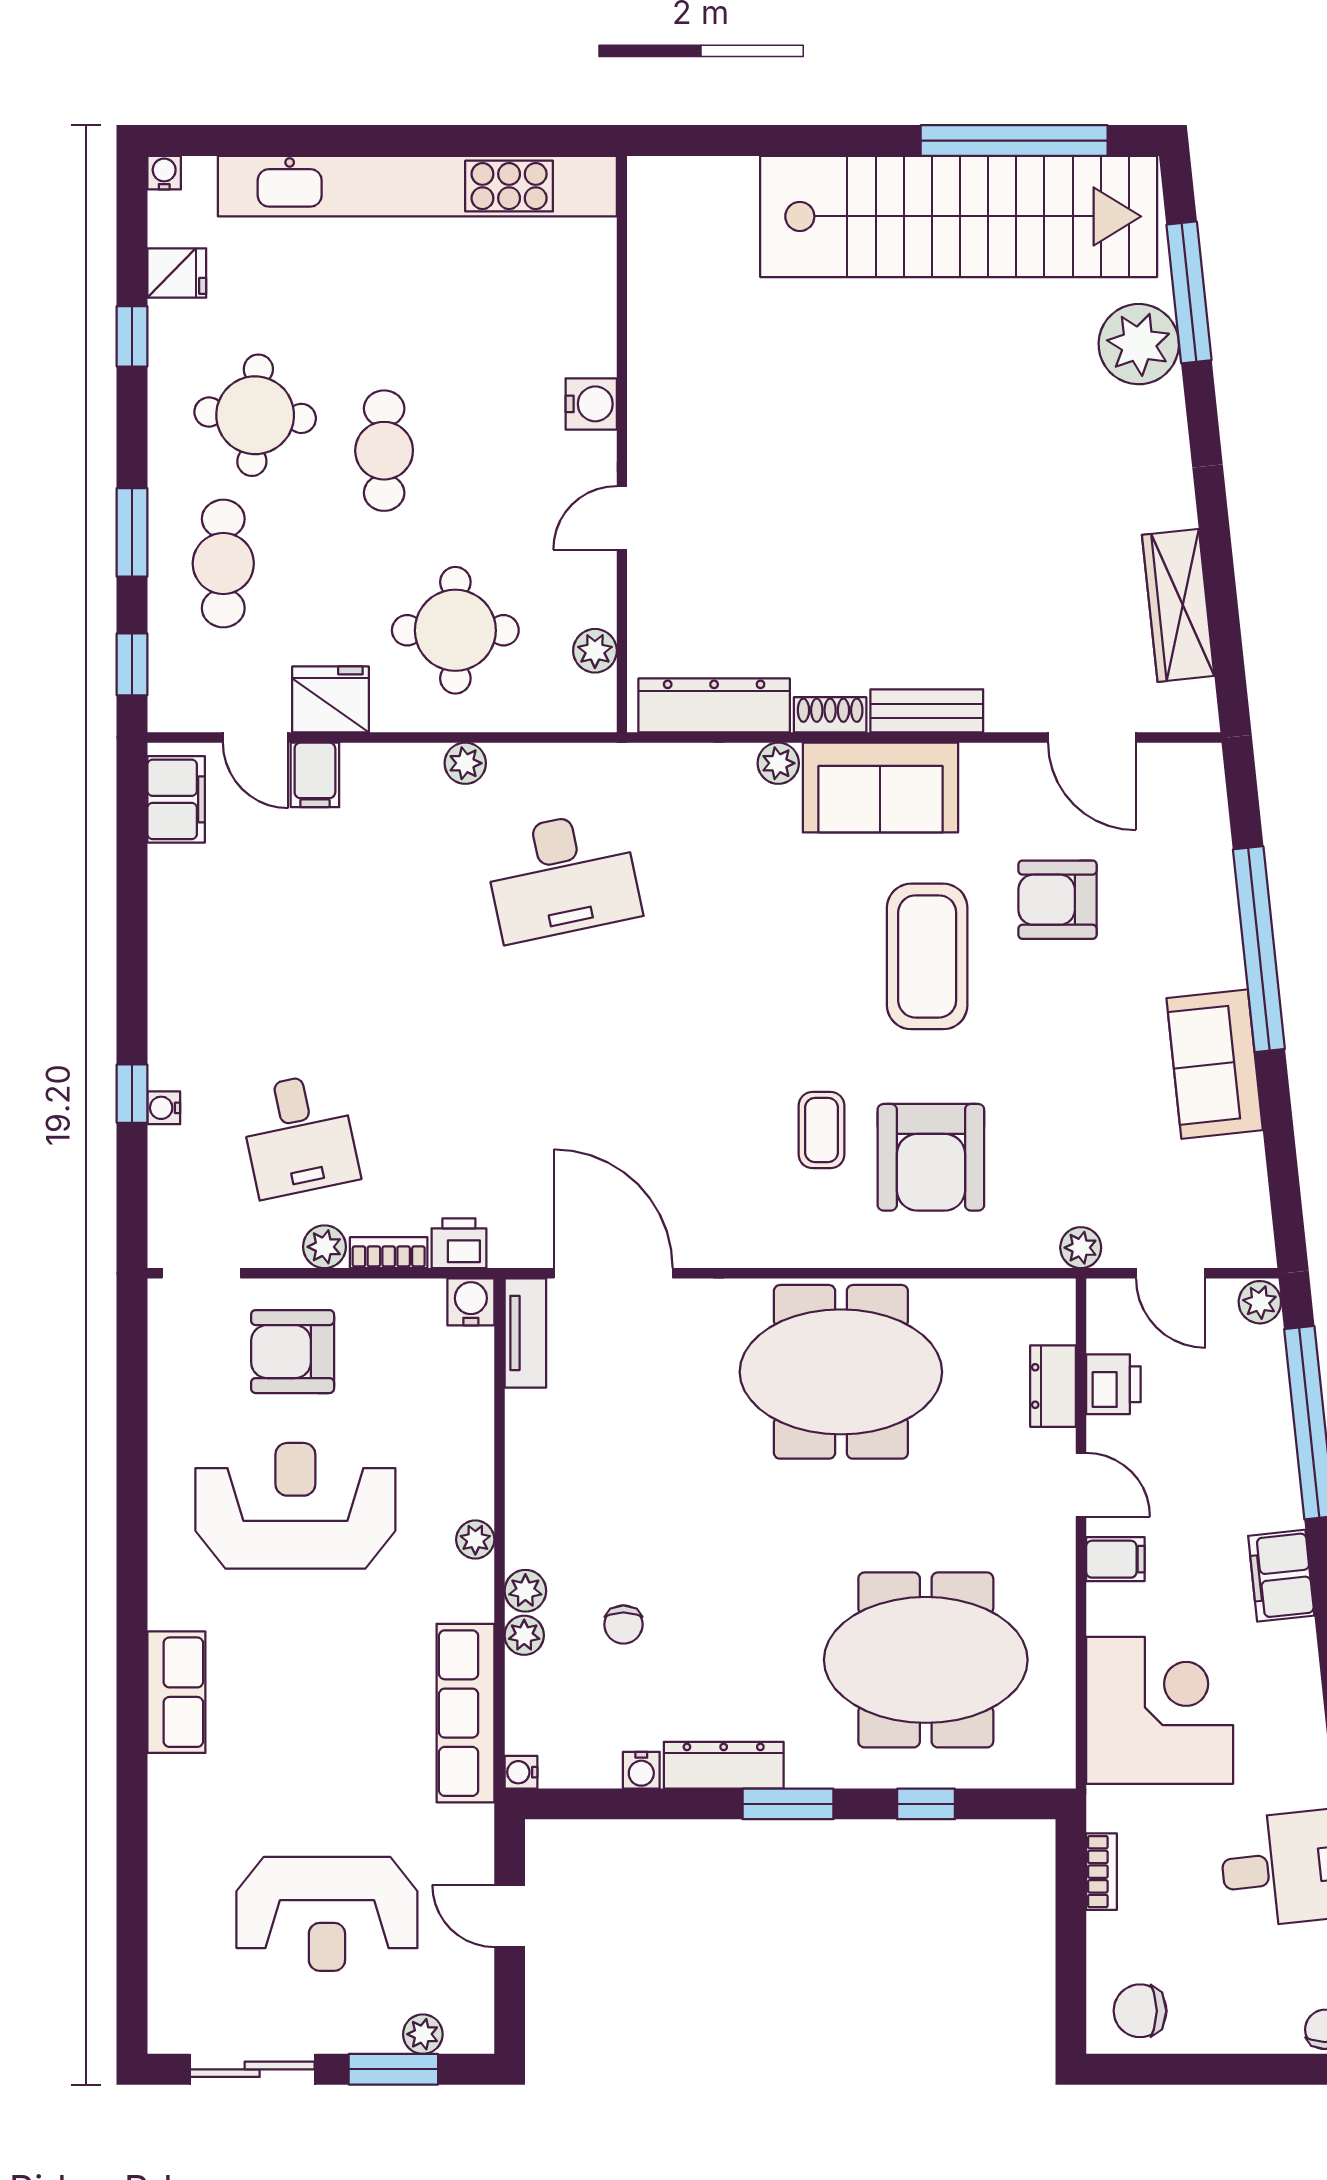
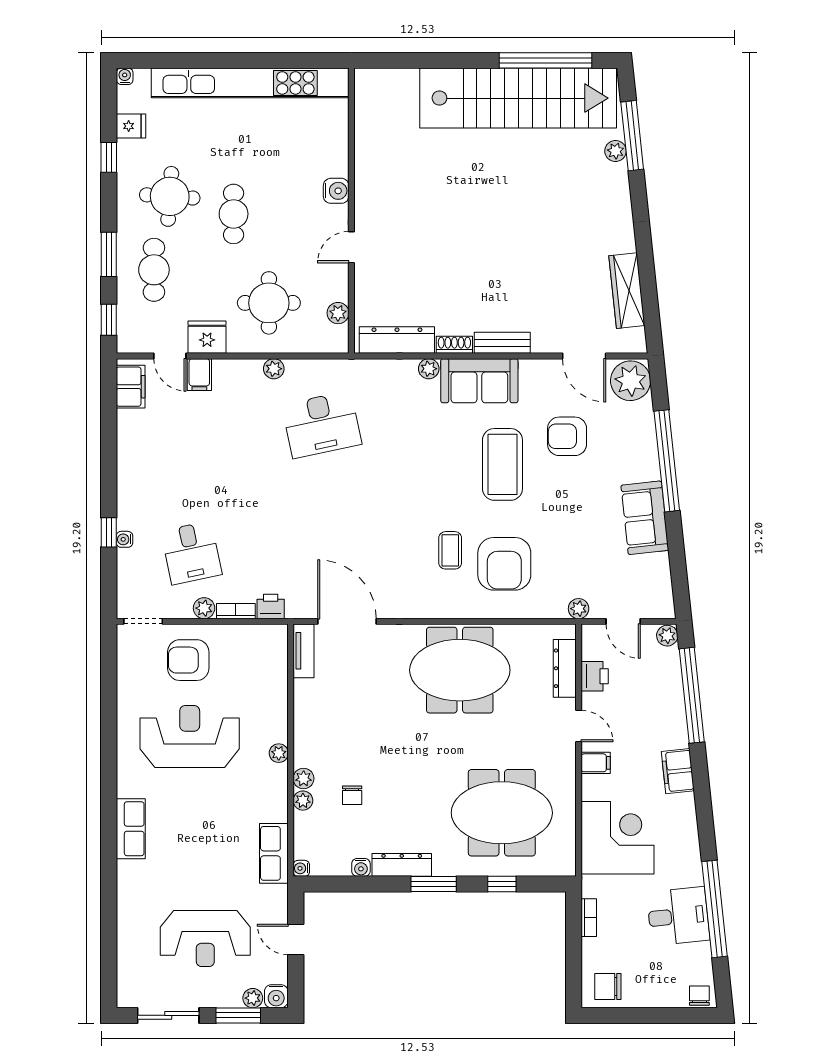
plant: (1139, 344) -> (615, 151), width x0.53, depth x0.53
plant: (1186, 787) -> (631, 381), added
water cooler: (471, 1302) -> (276, 996), moved, turned 180
dresser: (1053, 1386) -> (565, 668), width x1.44
row of seats: (465, 1713) -> (274, 853), width x0.68

